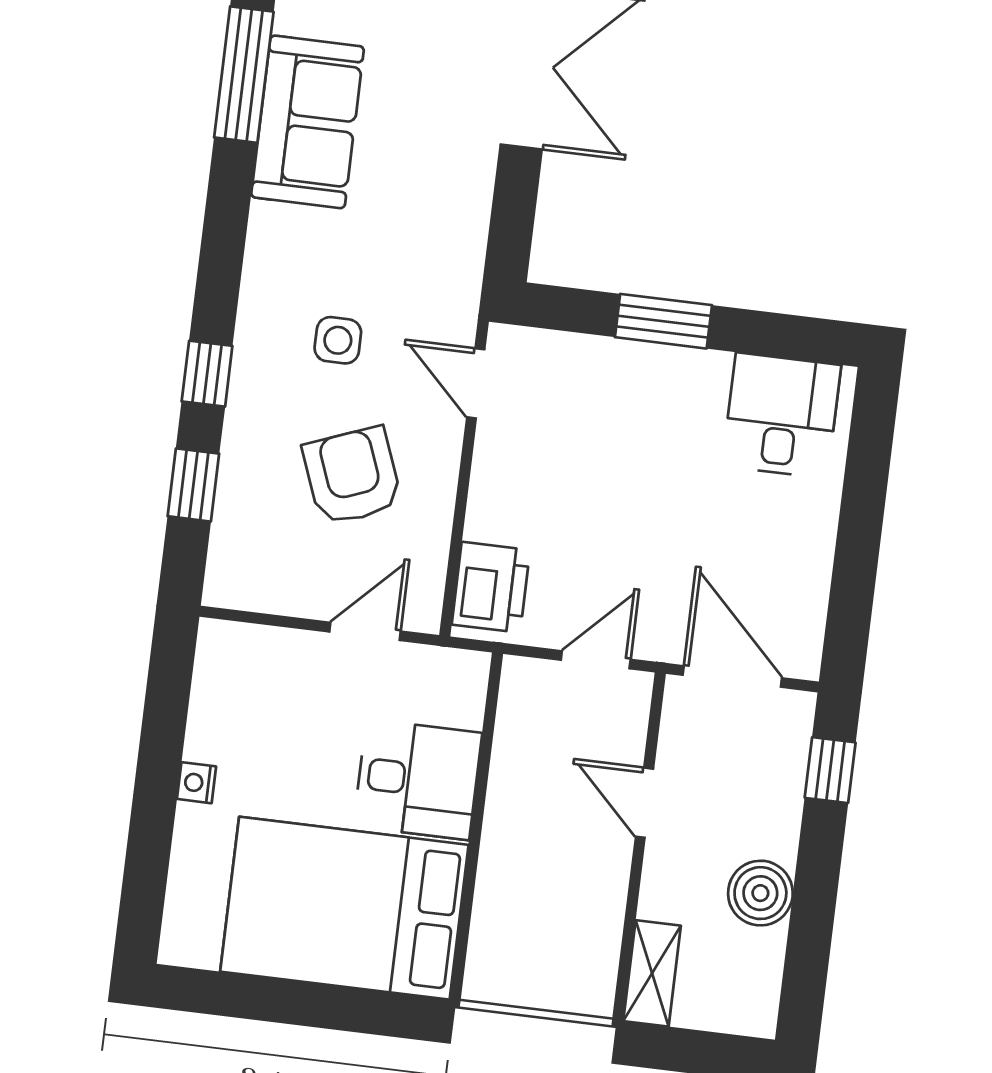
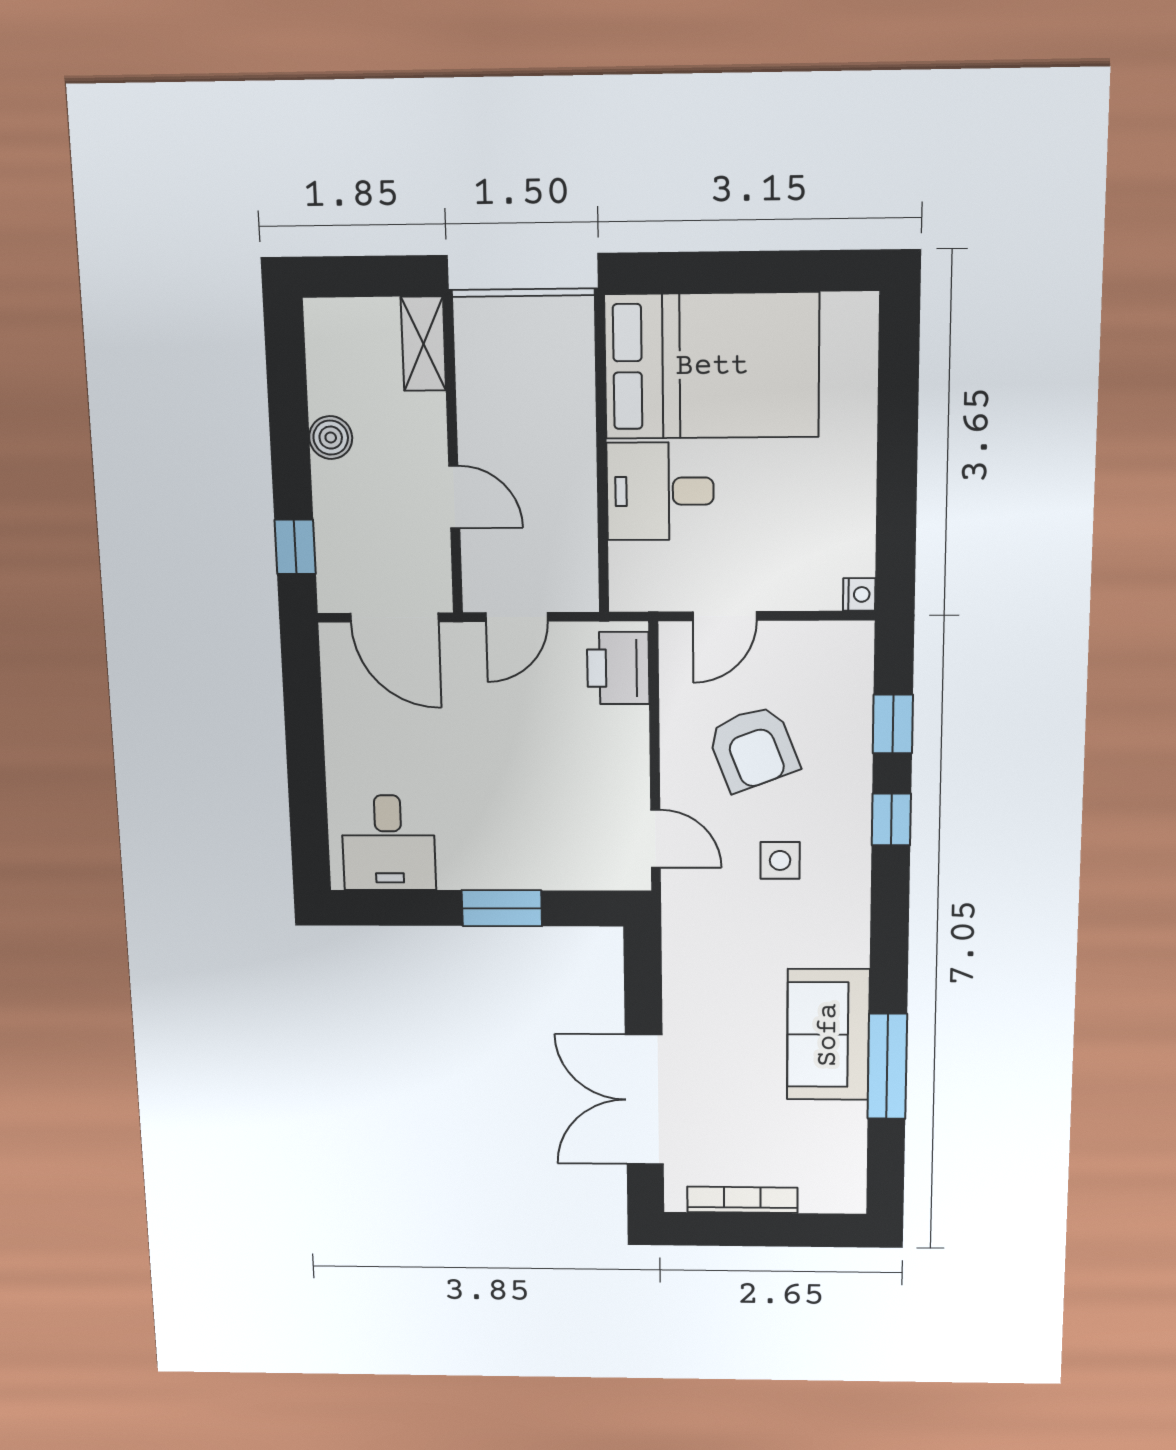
nightstand: (196, 783) -> (859, 594), moved
boiler: (760, 893) -> (331, 438), width x0.73, depth x0.73

